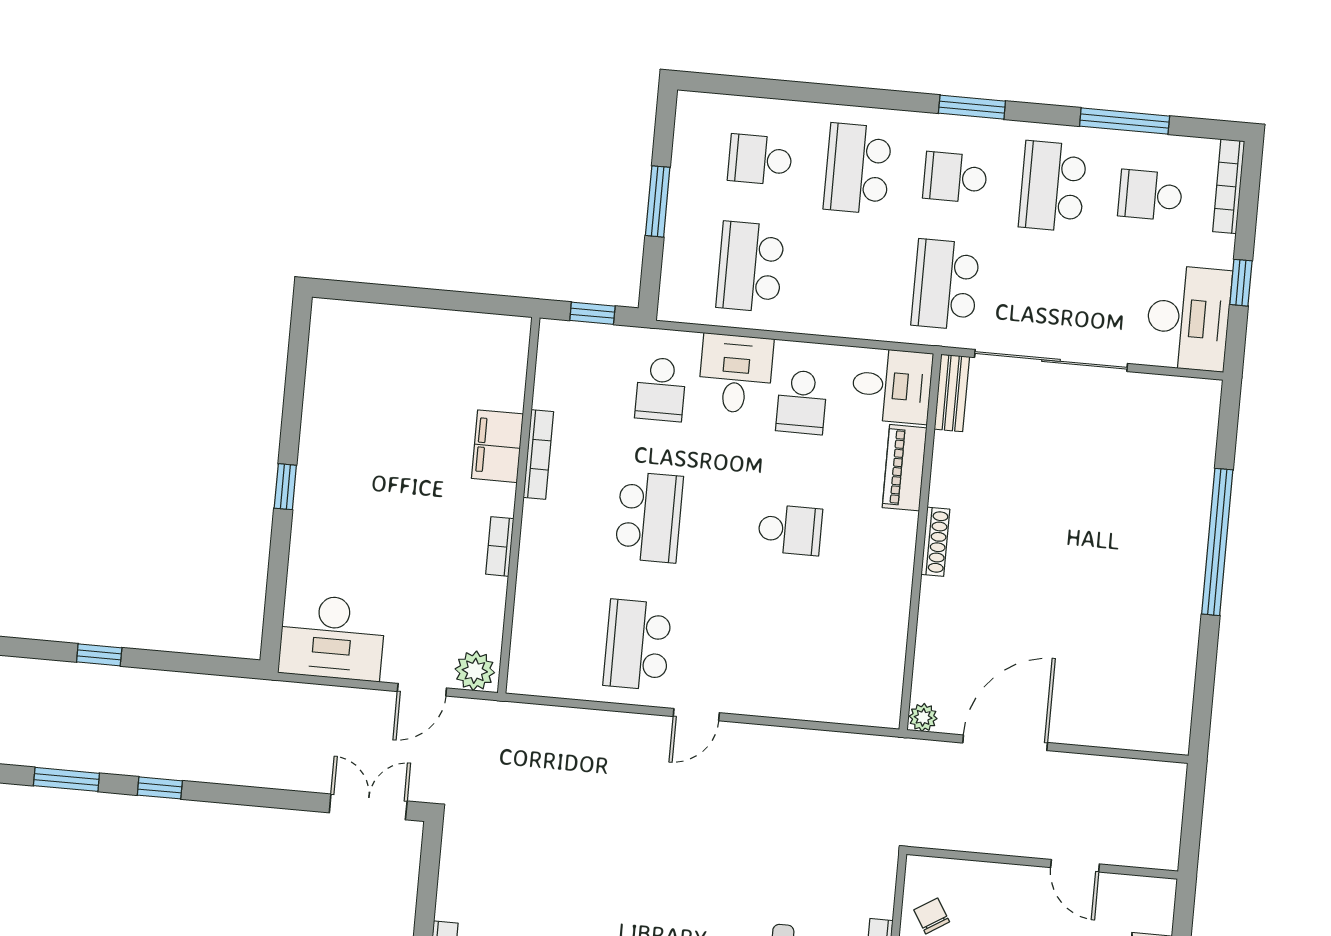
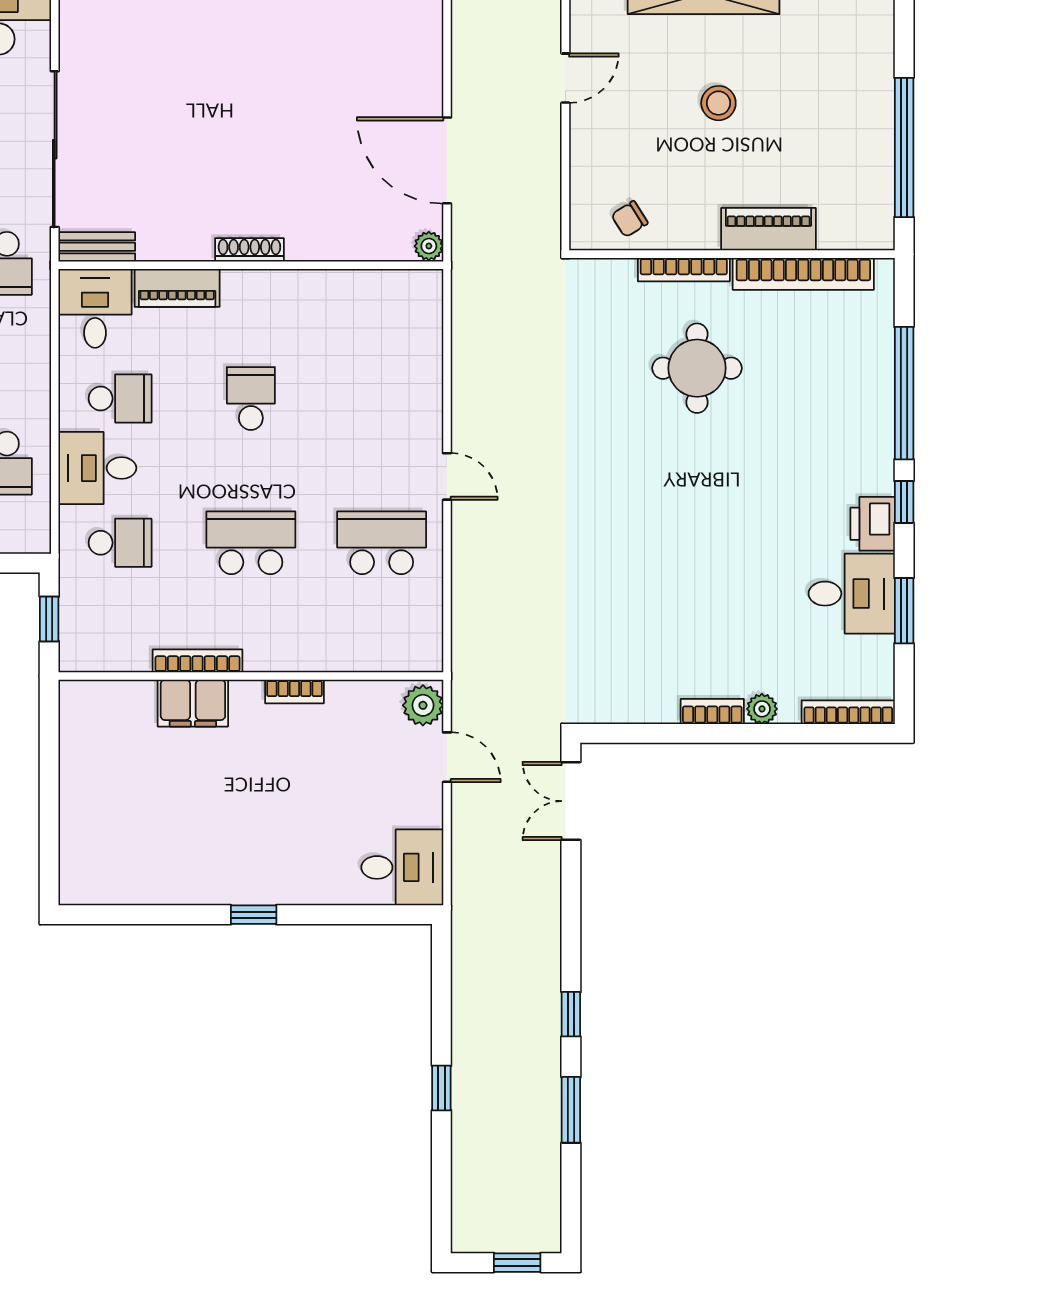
desk: (332, 637) -> (402, 867), width x0.73
school desk: (637, 645) -> (382, 543), turned 180

